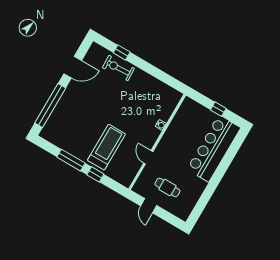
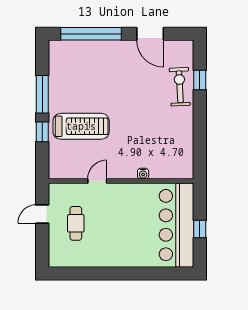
bar counter: (214, 149) -> (177, 225), moved, turned -90

